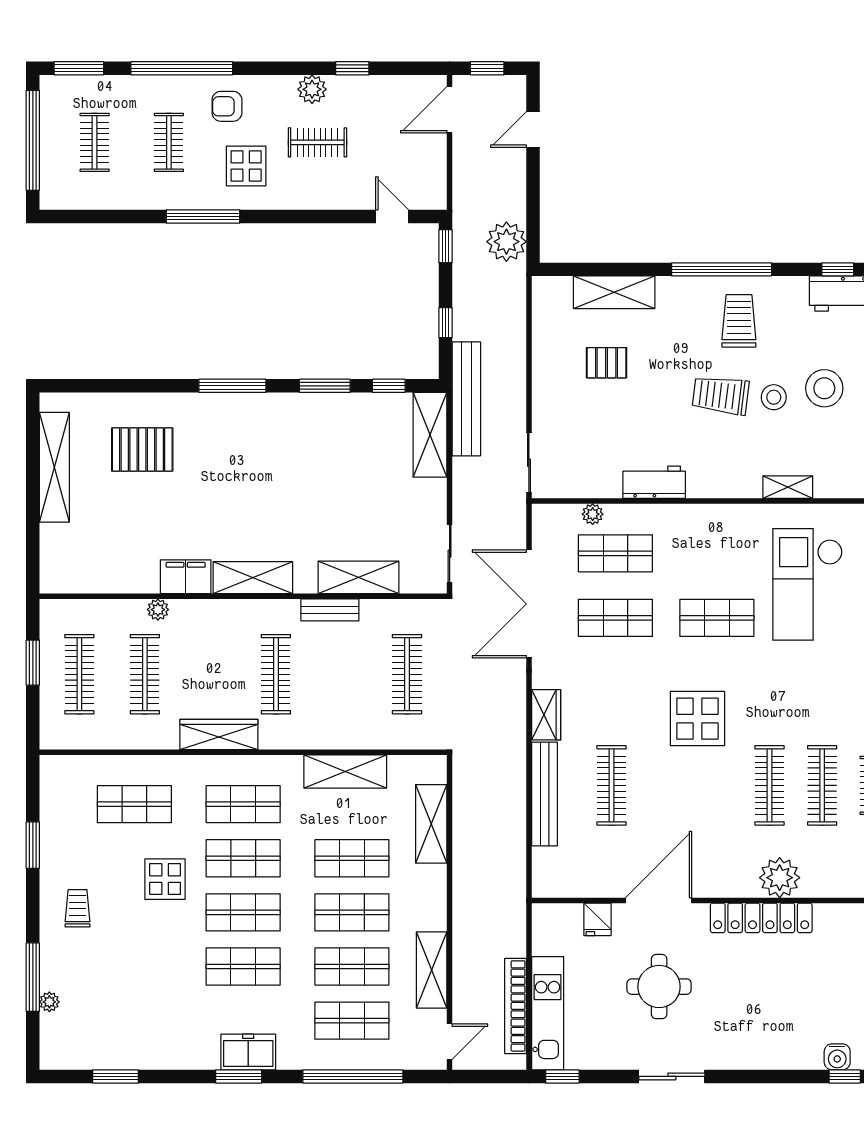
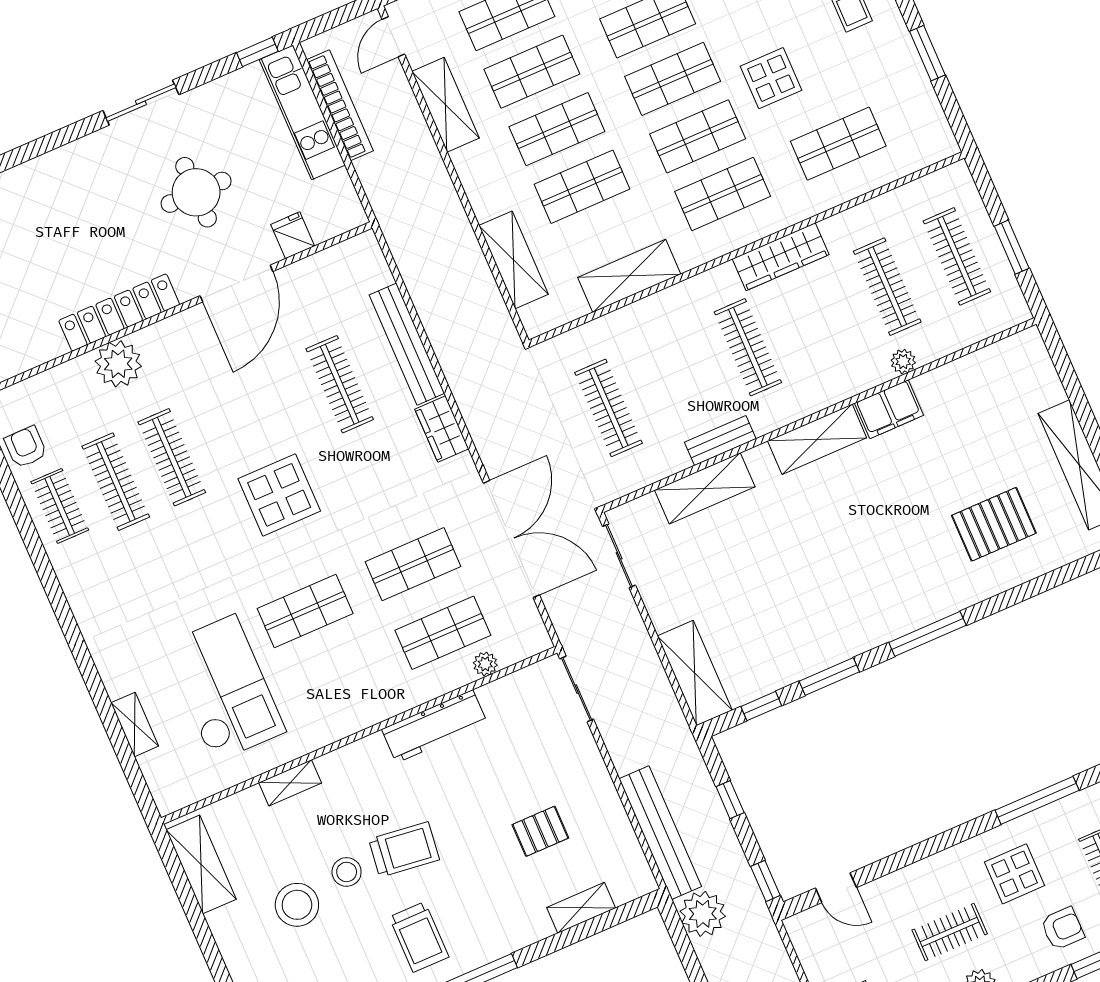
shelving: (614, 292) -> (581, 908), width x0.67, depth x0.75
bench: (466, 399) -> (660, 833), moved
workbench: (654, 482) -> (435, 726), width x1.38

